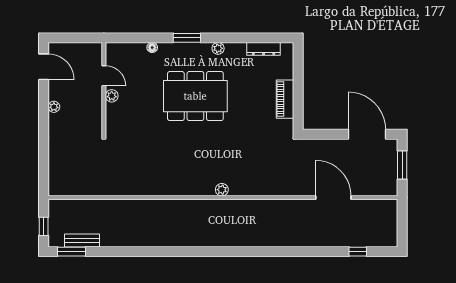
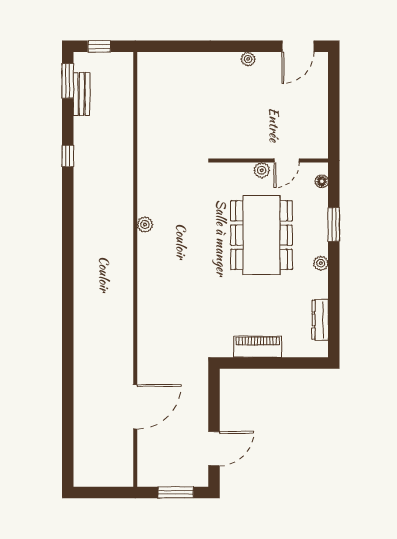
door: (104, 76) -> (287, 161), moved
wall: (104, 89) -> (270, 161), moved
plant: (112, 96) -> (262, 170), moved
door: (367, 134) -> (214, 449), width x0.73
plant: (222, 190) -> (145, 225), moved
window: (358, 252) -> (68, 156), moved

